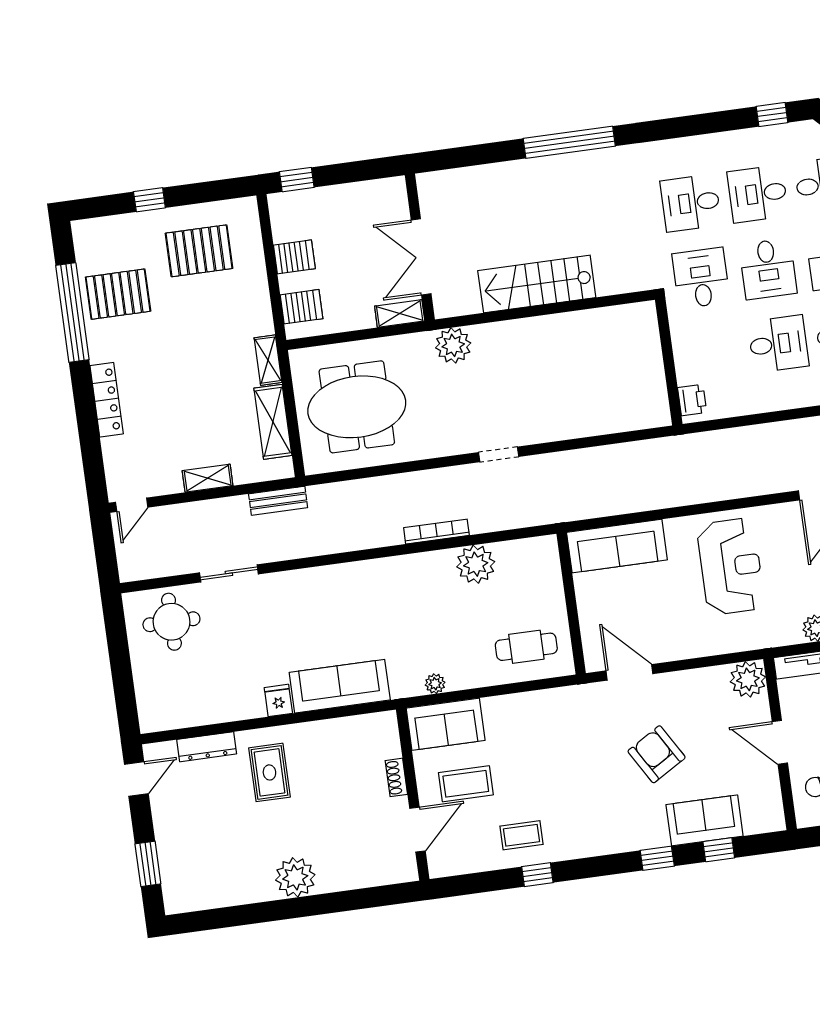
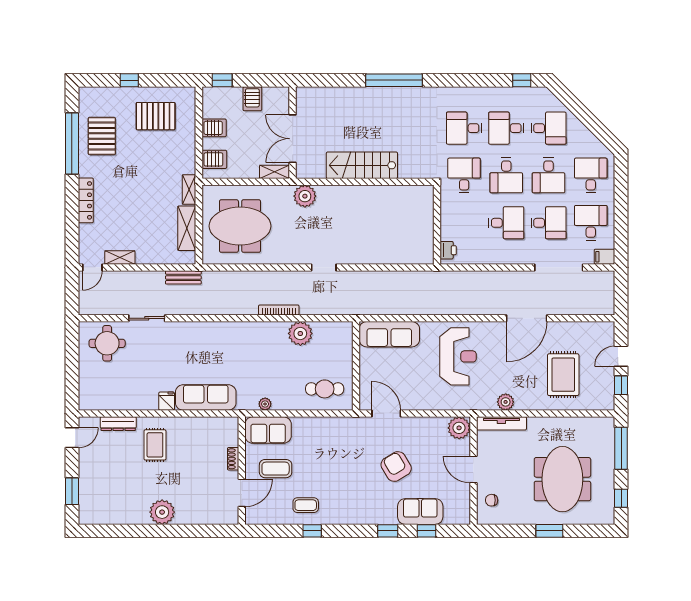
server rack: (349, 202) -> (252, 99), added
pallet: (118, 294) -> (102, 136), turned 90
shelving: (208, 478) -> (120, 258), moved

